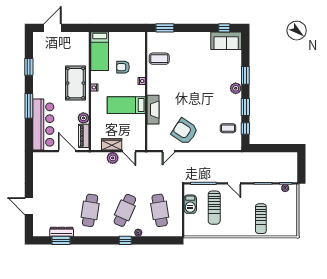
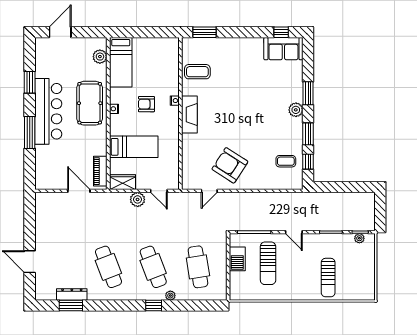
armchair: (123, 67) -> (146, 104), moved
bed: (126, 105) -> (134, 147), moved, turned 180
fireplace: (153, 110) -> (189, 115), moved
plant: (83, 118) -> (100, 57), moved
bar counter: (43, 125) -> (48, 111), moved
wardrobe: (112, 144) -> (122, 182), moved
cafe table: (90, 210) -> (108, 267), turned -30
cafe table: (125, 210) -> (153, 267), turned -45

